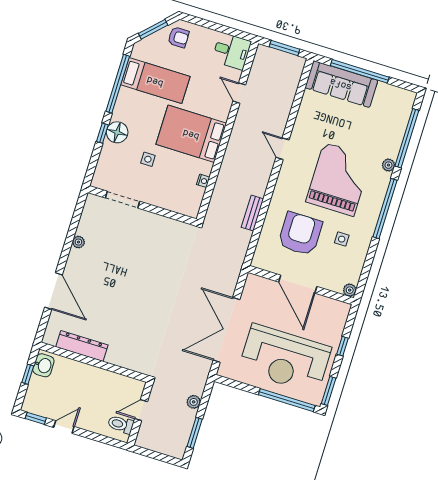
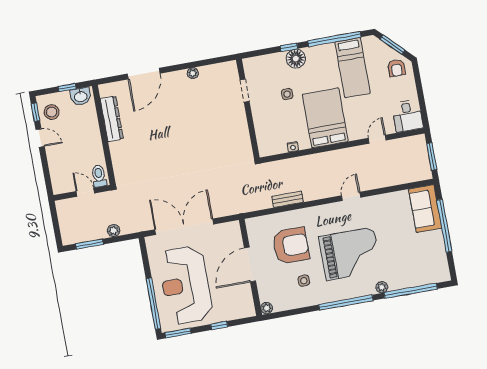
sofa: (341, 84) -> (425, 209), width x0.73
doorway: (123, 200) -> (245, 91), width x0.73
stool: (44, 402) -> (52, 112), added
toilet: (121, 424) -> (99, 176), moved

